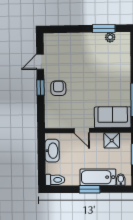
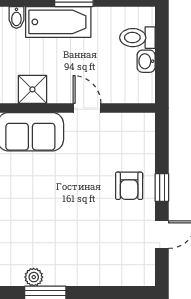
washbasin: (52, 151) -> (146, 61), width x0.52, depth x0.69
toilet: (55, 180) -> (137, 38), moved

